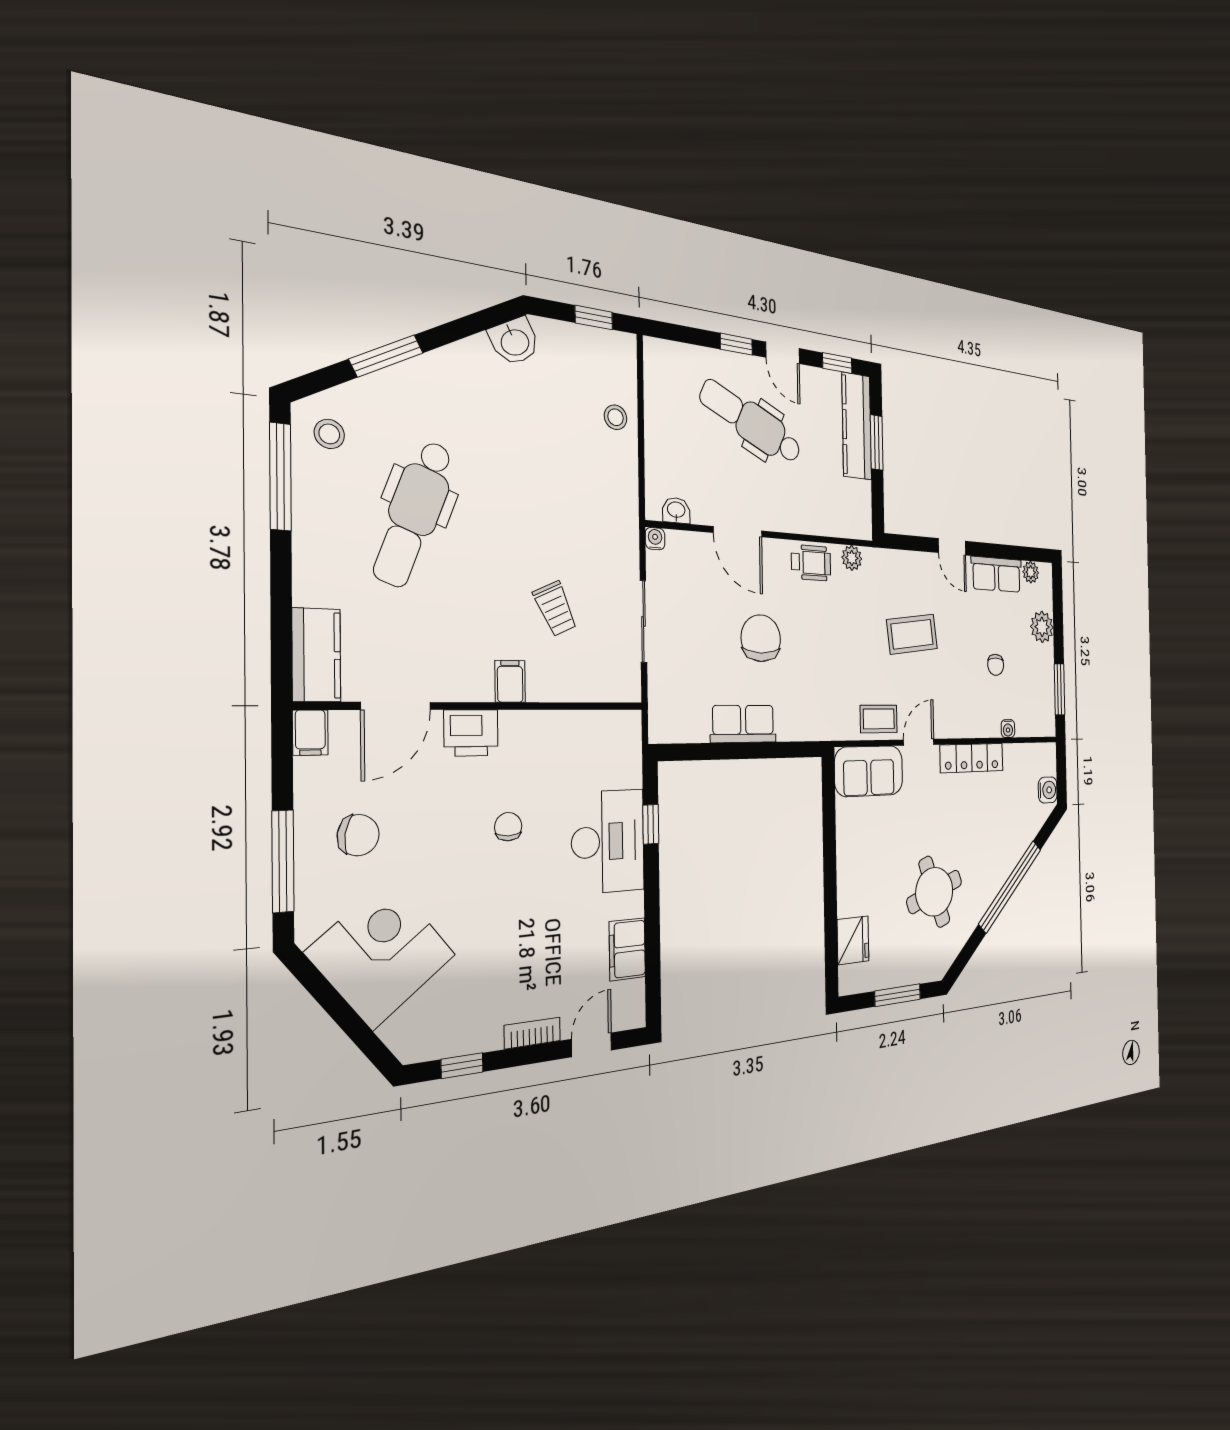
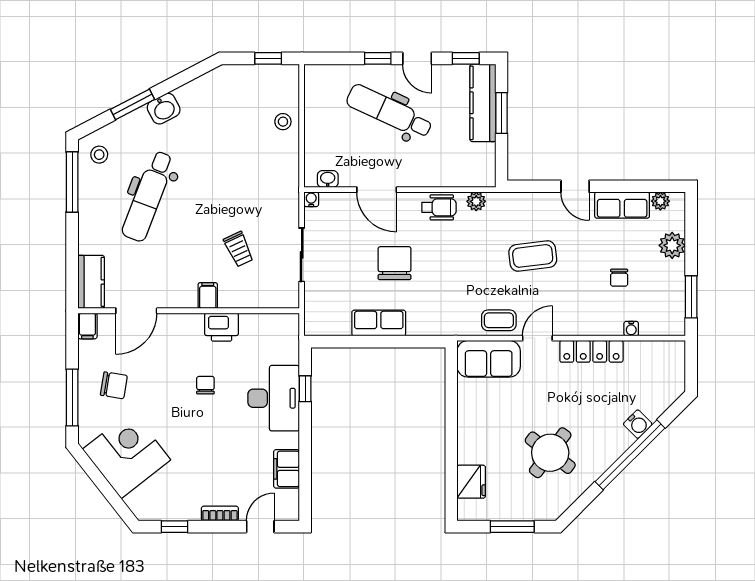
washbasin: (515, 341) -> (164, 109), moved
printer: (471, 733) -> (222, 327), moved
water cooler: (1048, 790) -> (638, 424), moved, turned 45
round table: (934, 892) -> (550, 453), turned -33

